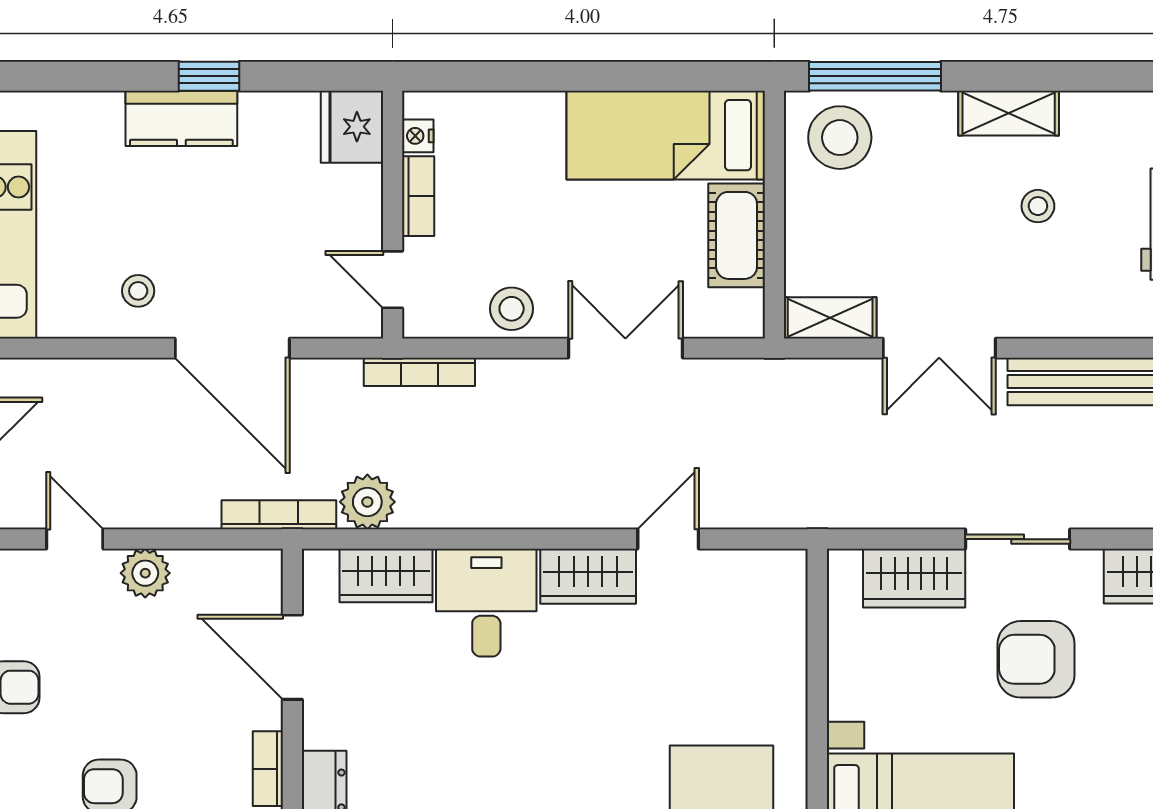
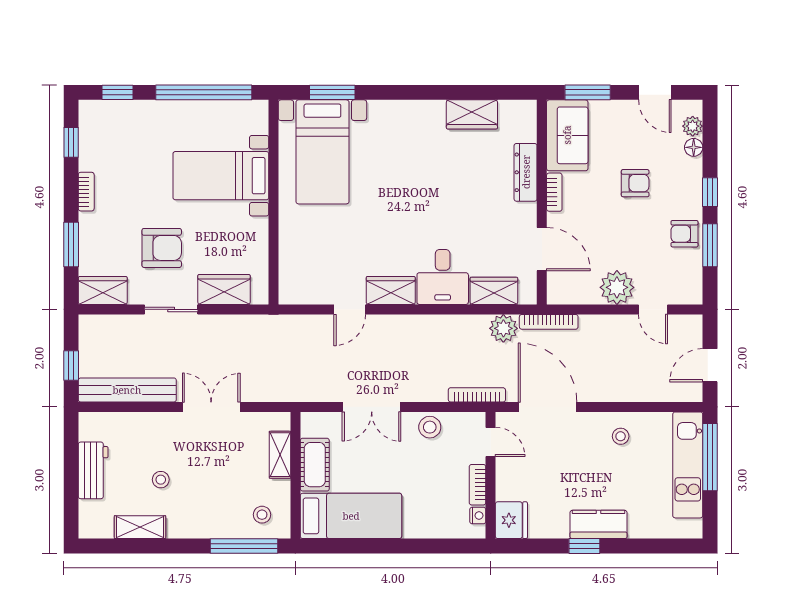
shelving: (1009, 113) -> (140, 527), moved
stool: (840, 138) -> (262, 515), width x0.53, depth x0.53
shelving: (830, 318) -> (280, 455), moved, turned 90
door: (232, 348) -> (548, 407), moved
plant: (145, 573) -> (617, 287), width x1.36, depth x1.36

